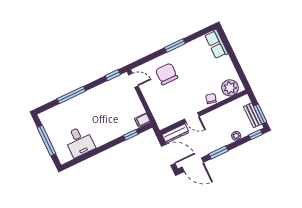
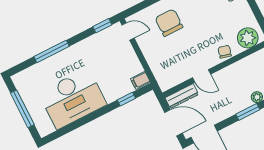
desk: (79, 142) -> (73, 99), width x1.87, depth x1.30
window: (218, 152) -> (248, 112), moved

